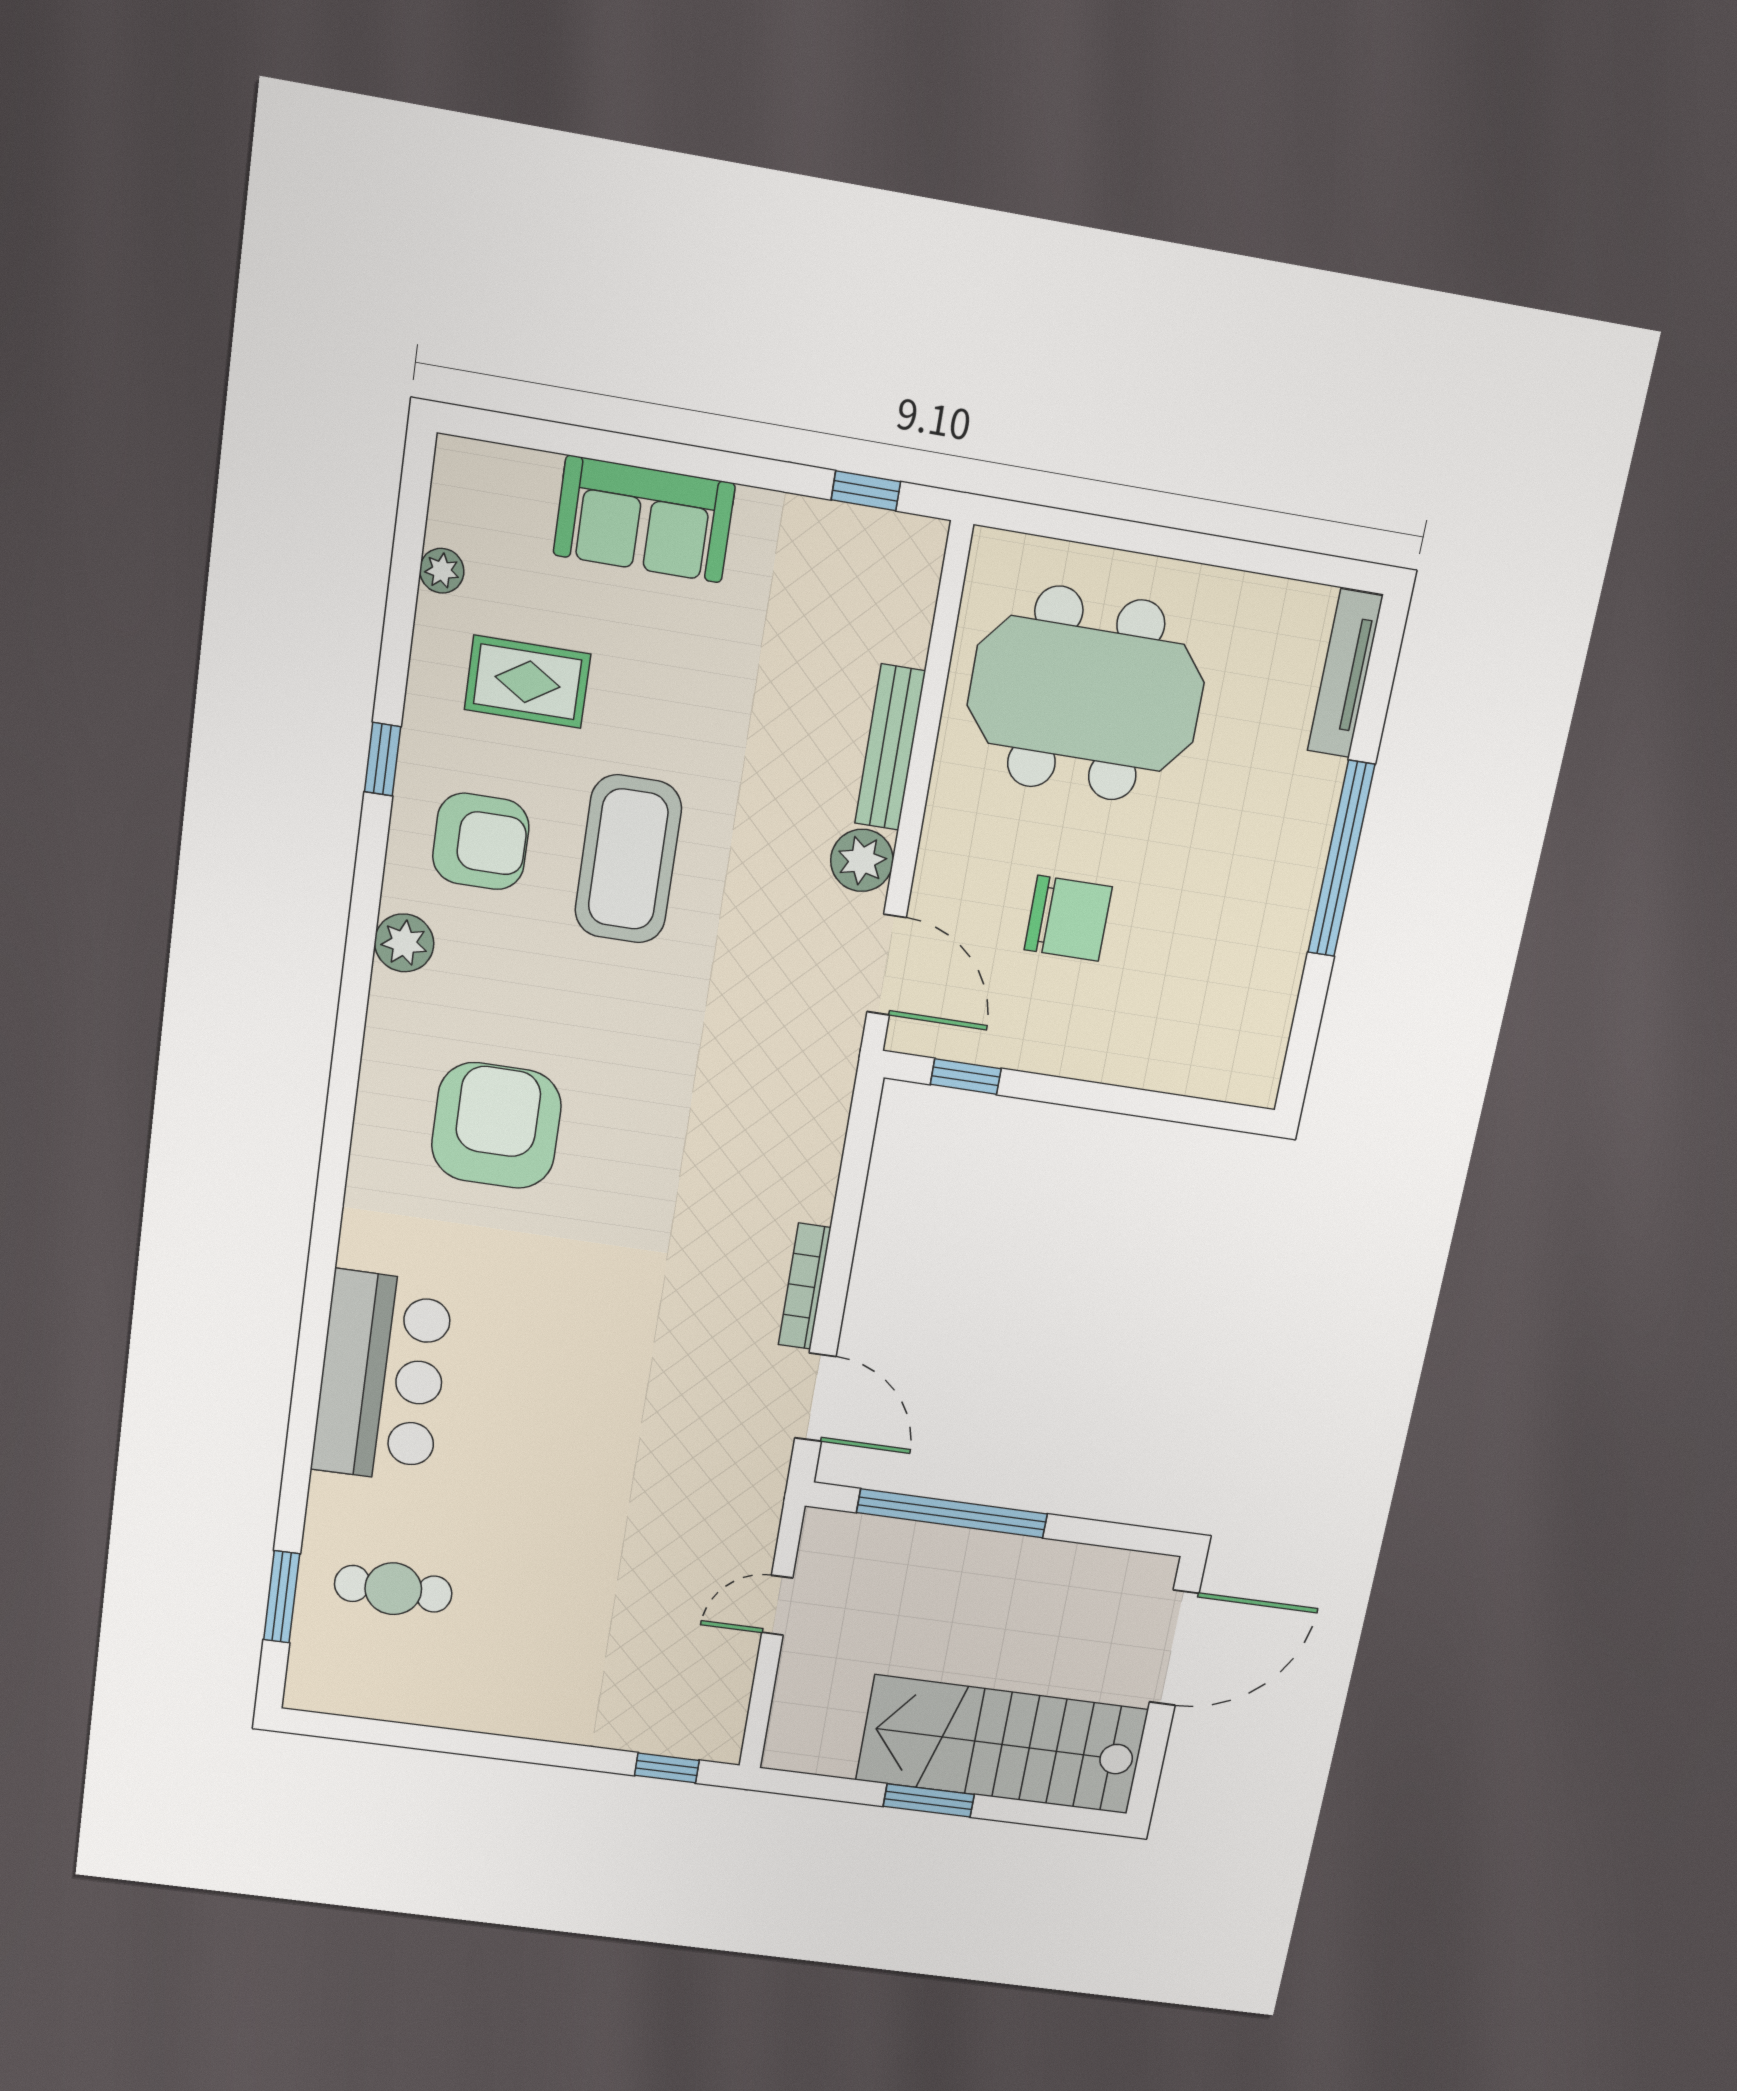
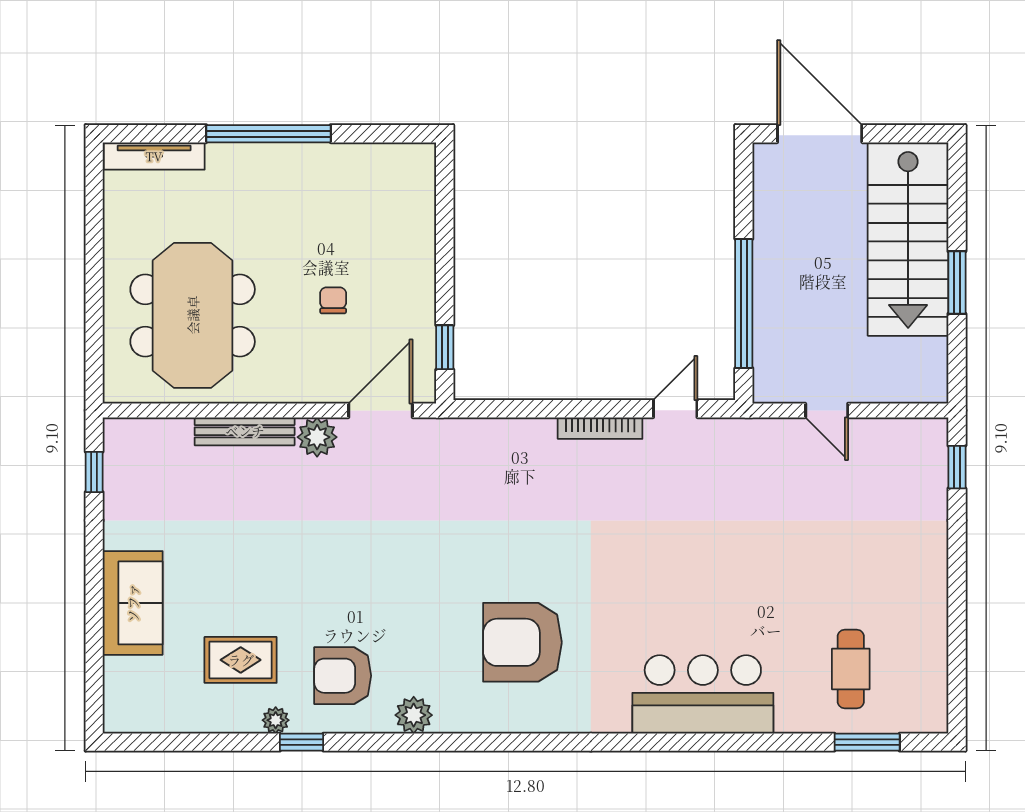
plant: (442, 571) -> (276, 720), moved
rug: (528, 682) -> (241, 660), turned 90
armchair: (481, 841) -> (343, 676), turned -90
coffee table: (628, 859) -> (339, 583), removed
chair: (1068, 918) -> (333, 300), width x0.54, depth x0.54
door: (815, 1397) -> (675, 409), width x0.73

